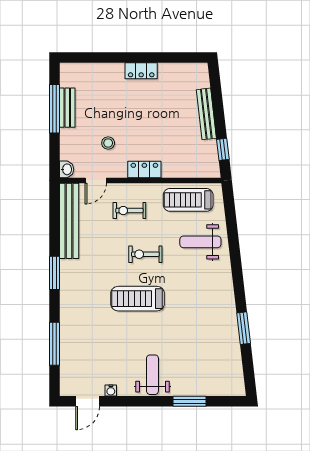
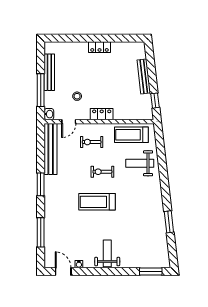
bench: (67, 108) -> (49, 72), width x1.36
window: (54, 109) -> (41, 90), moved
door: (88, 401) -> (63, 271), swing flipped
window: (190, 401) -> (151, 271), moved

